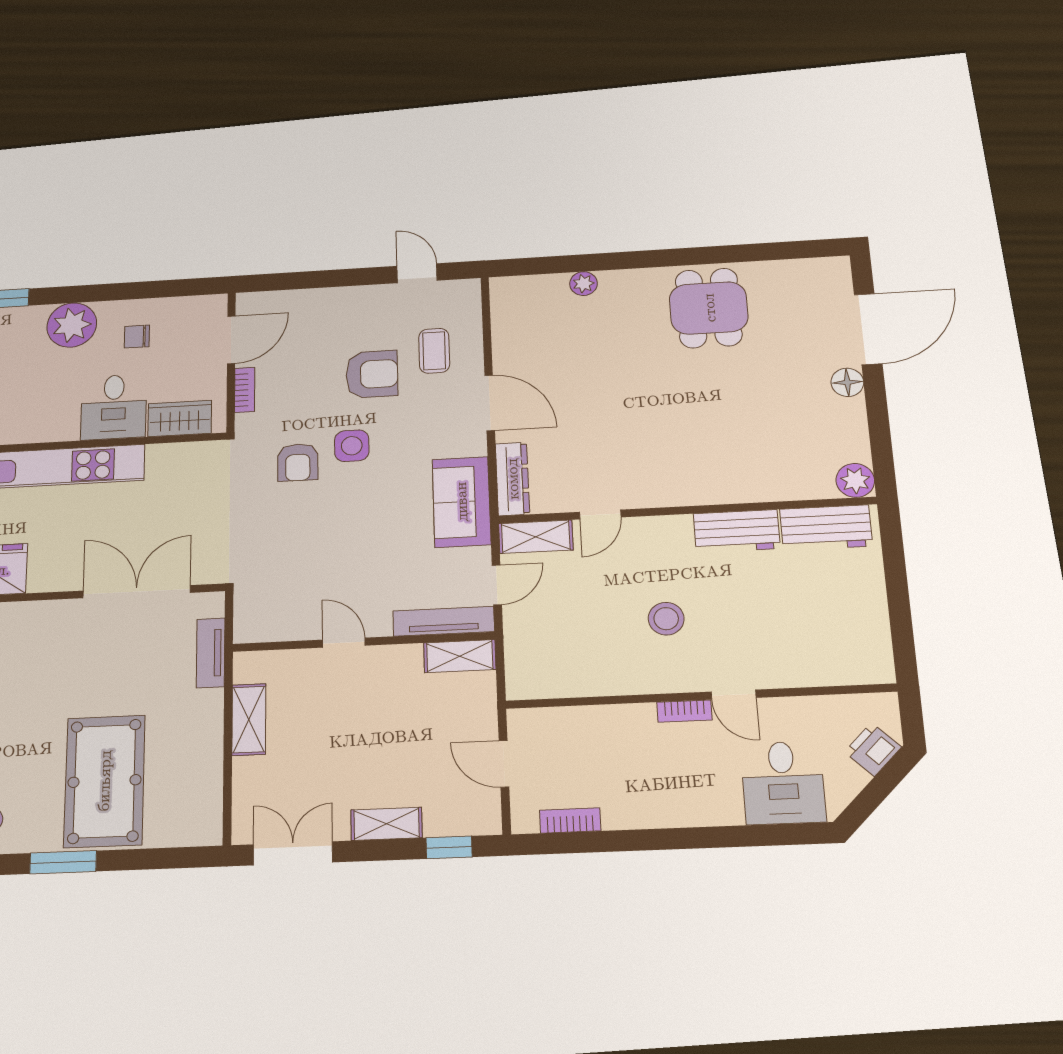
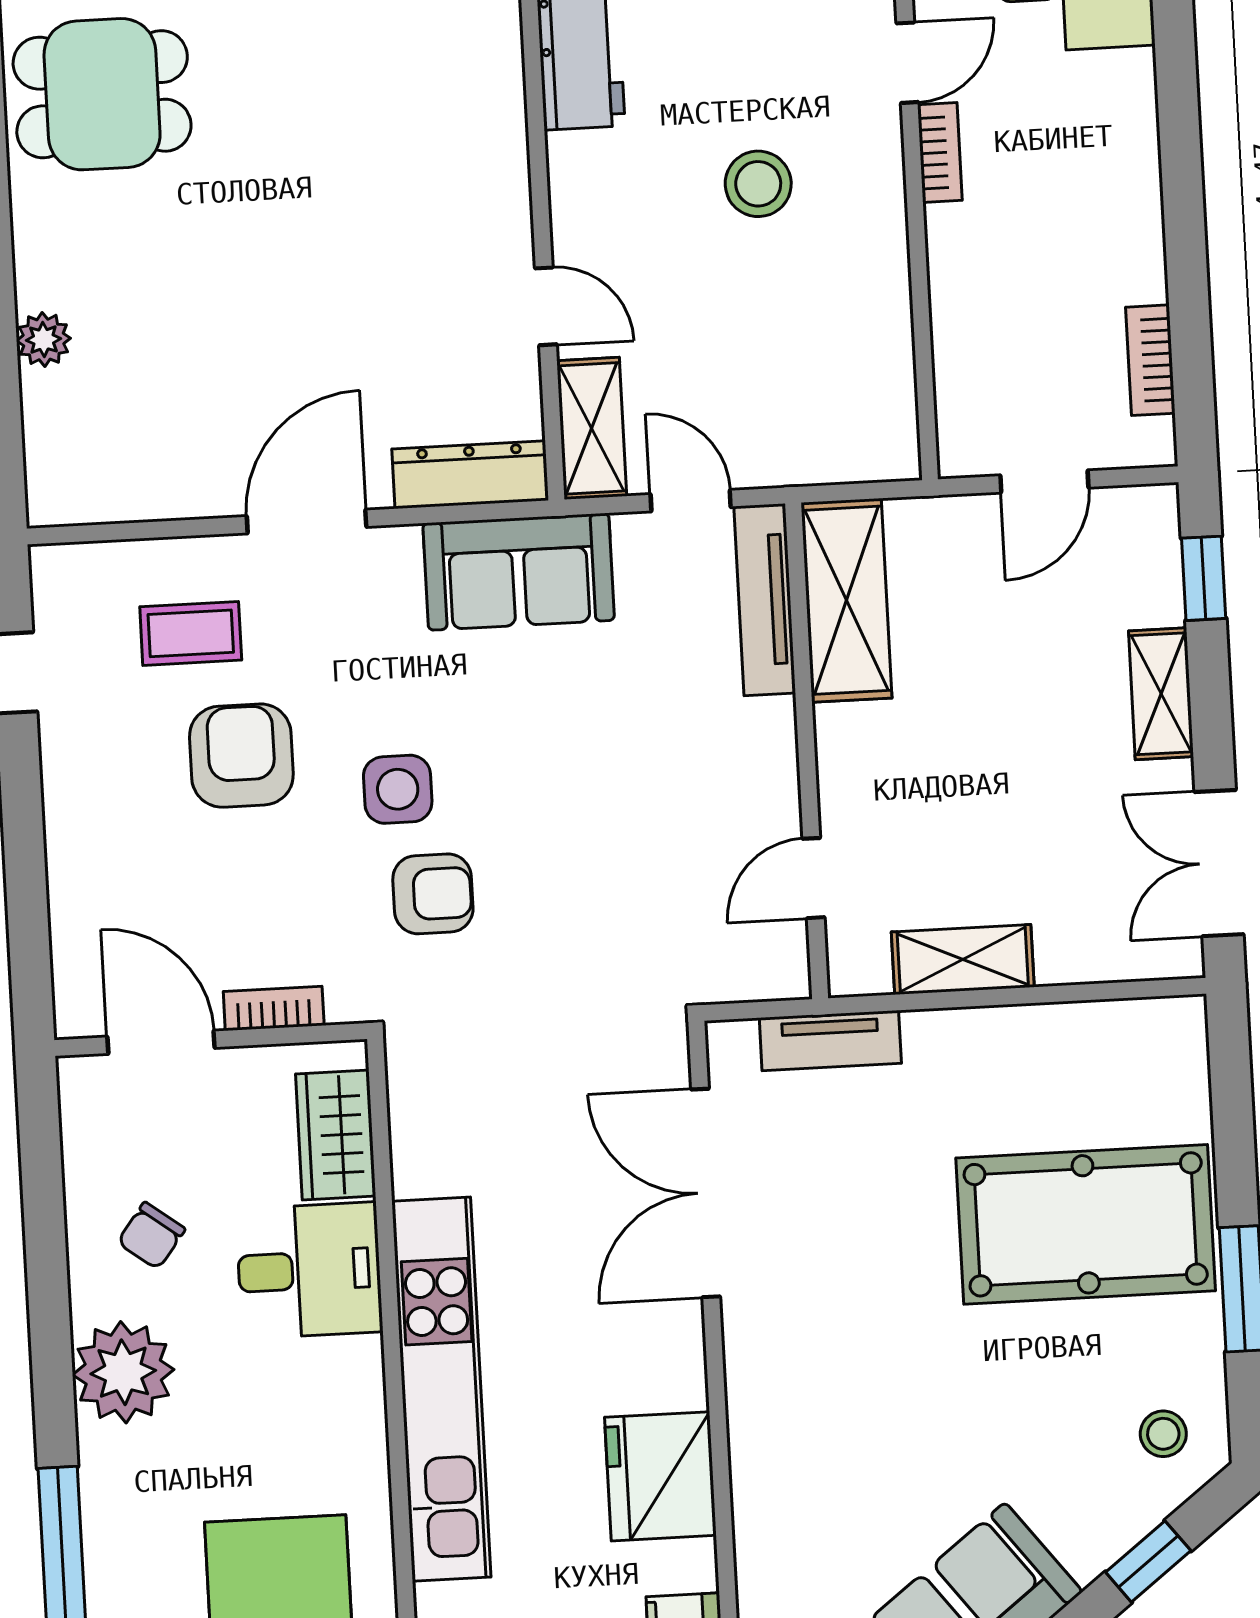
chair: (137, 336) -> (151, 1236), turned 37
door: (344, 643) -> (814, 878), moved
shelving: (460, 656) -> (846, 600), width x1.50, depth x1.33

